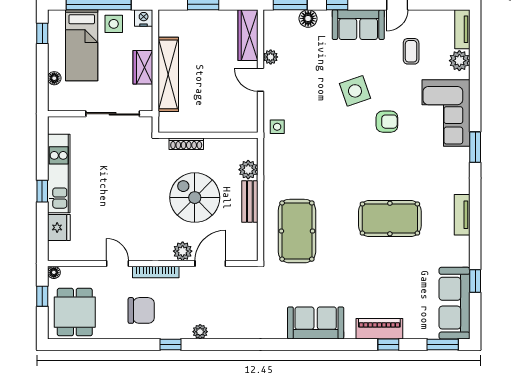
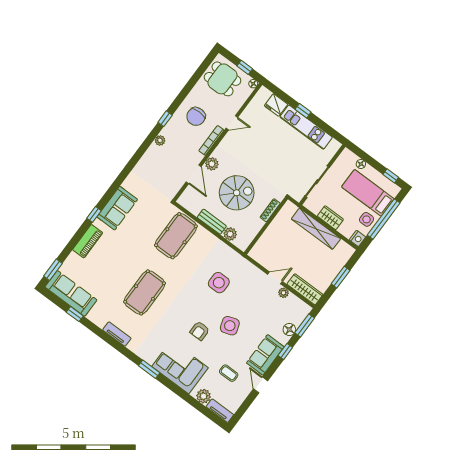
side table: (277, 127) -> (219, 283), moved, width x1.87, depth x1.87
pool table: (297, 231) -> (176, 236), turned 90
window: (388, 344) -> (94, 214), moved

